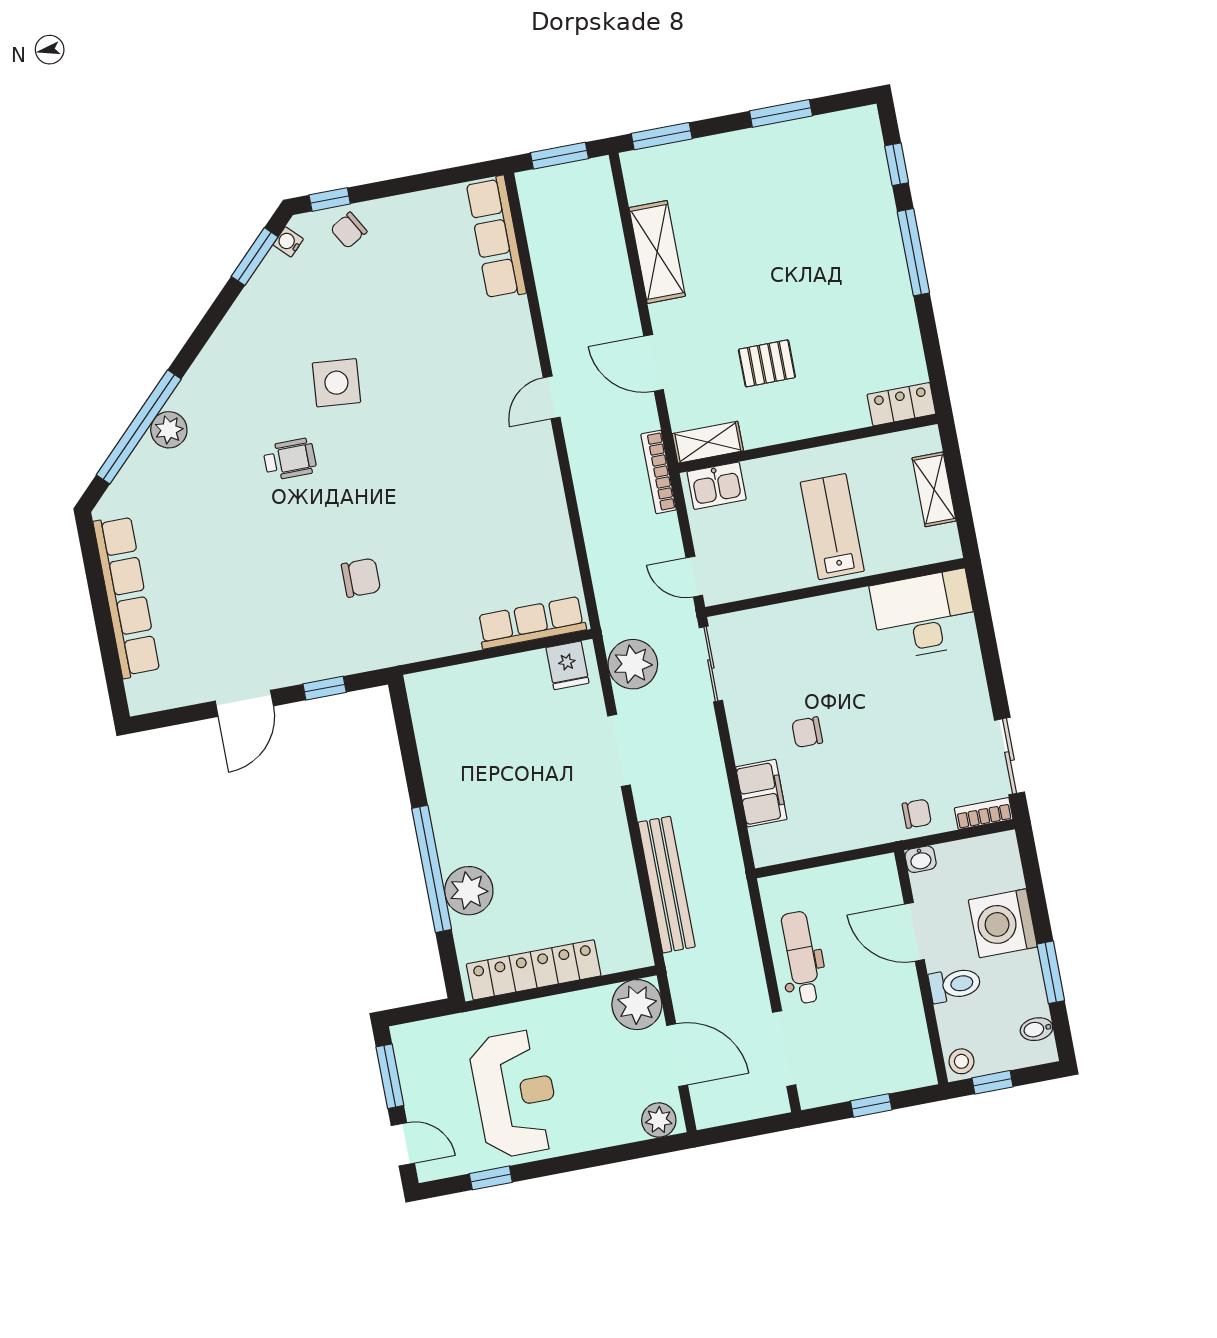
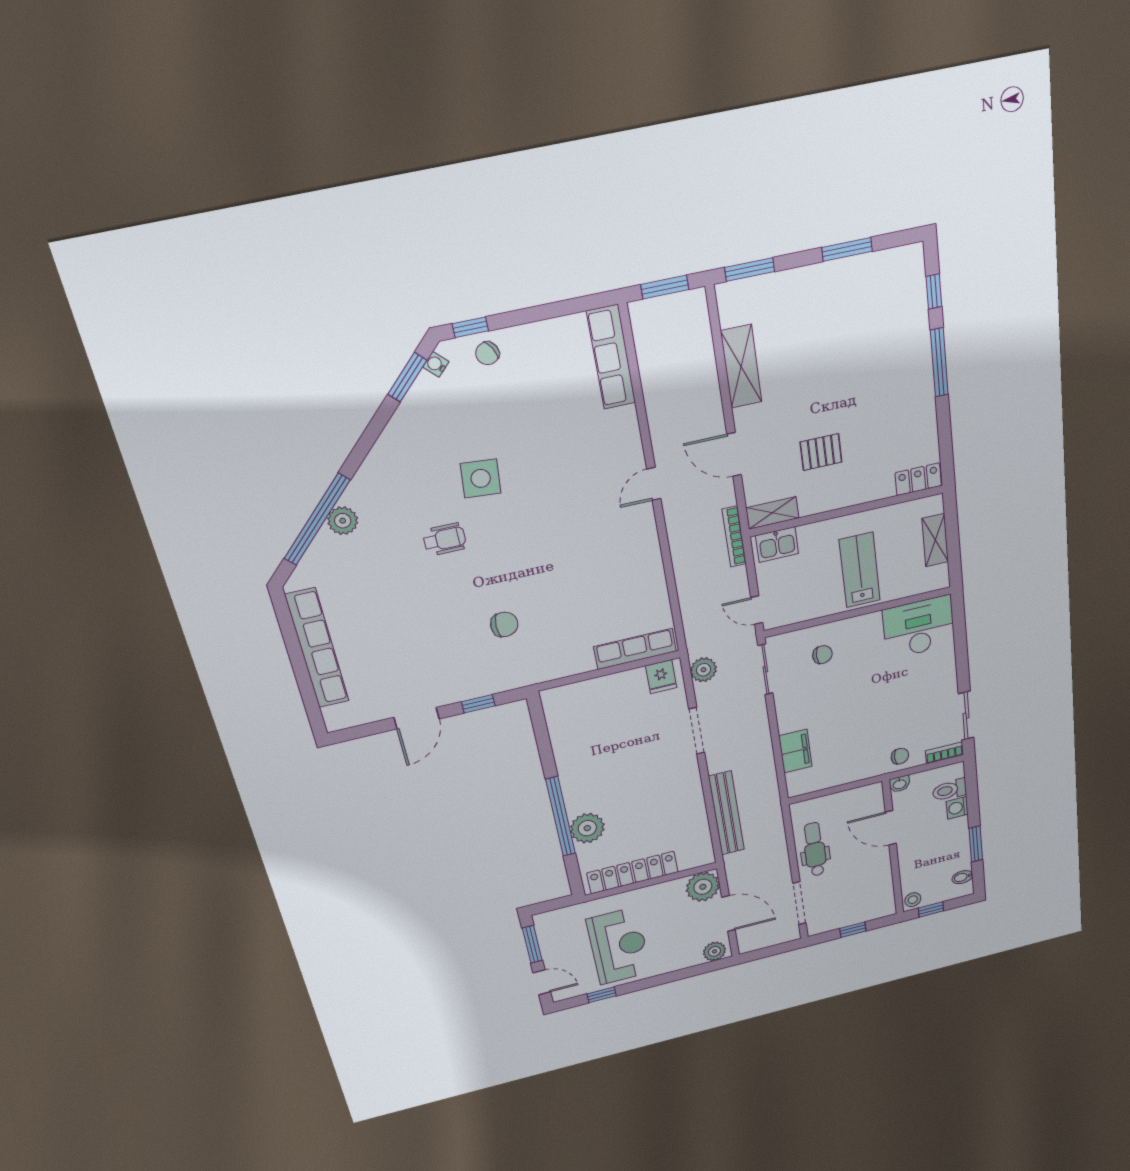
plant: (633, 664) -> (704, 670), width x0.73, depth x0.73
chair: (807, 732) -> (822, 655), moved, turned 180
washing machine: (1003, 923) -> (957, 808), width x0.53, depth x0.53
toilet: (955, 985) -> (950, 790), moved, turned 180

